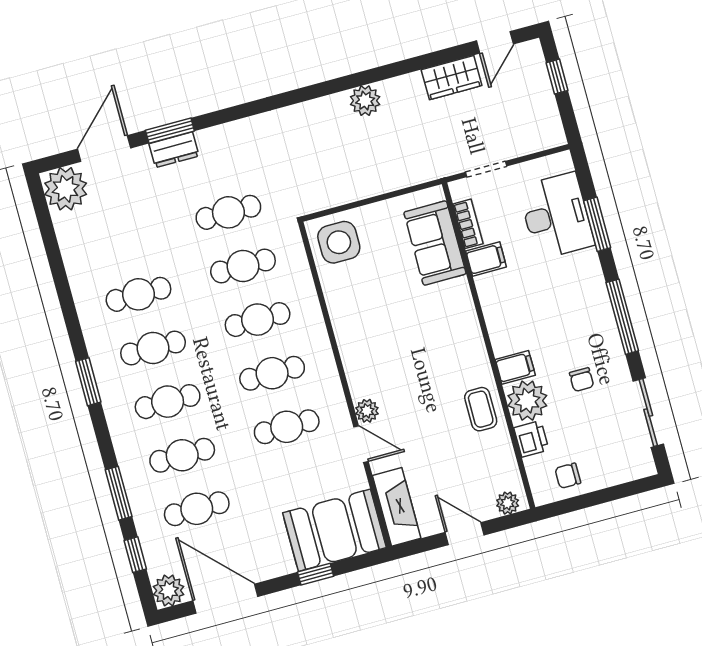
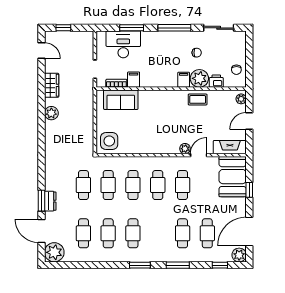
wardrobe: (452, 78) -> (52, 85), moved
cafe table: (168, 402) -> (83, 233), moved
window: (119, 493) -> (178, 265), moved

